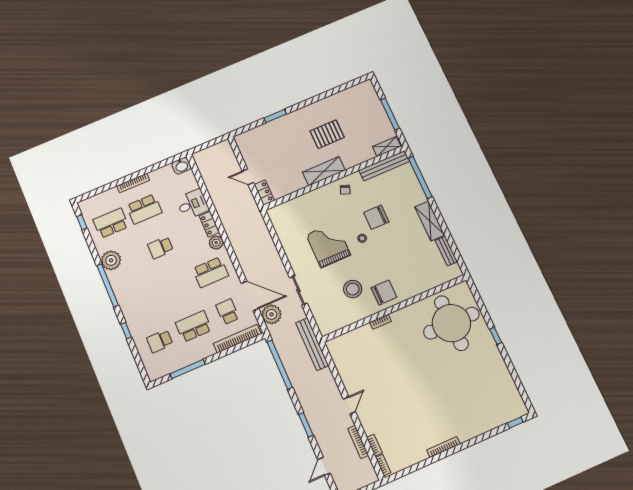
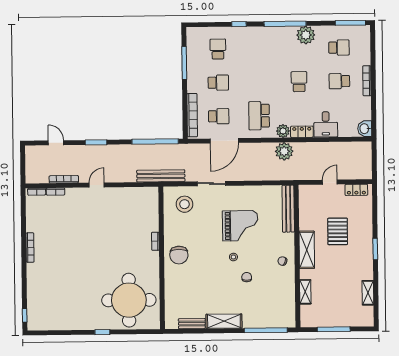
shelving: (340, 97) -> (368, 293), added
window: (275, 116) -> (375, 249), moved
pallet: (327, 134) -> (338, 231), moved
shelving: (387, 147) -> (305, 292), moved
bench: (384, 166) -> (288, 209), moved
locker: (264, 193) -> (356, 190), moved
school desk: (144, 209) -> (339, 81), width x0.54
chair: (376, 217) -> (247, 277), width x0.54, depth x0.54
window: (82, 222) -> (350, 23), width x2.17
school desk: (111, 223) -> (339, 48), width x0.54
stool: (353, 289) -> (184, 204), moved
plant: (271, 314) -> (284, 151), moved
school desk: (194, 326) -> (218, 83), width x0.54
door: (349, 405) -> (97, 185), swing flipped

